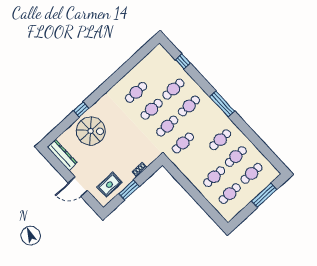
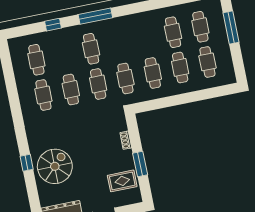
window: (183, 61) -> (53, 25), moved
cafe table: (173, 89) -> (36, 60), moved
window: (222, 104) -> (95, 16), moved
cafe table: (220, 140) -> (153, 73), moved
rug: (109, 185) -> (122, 181), turned 90

